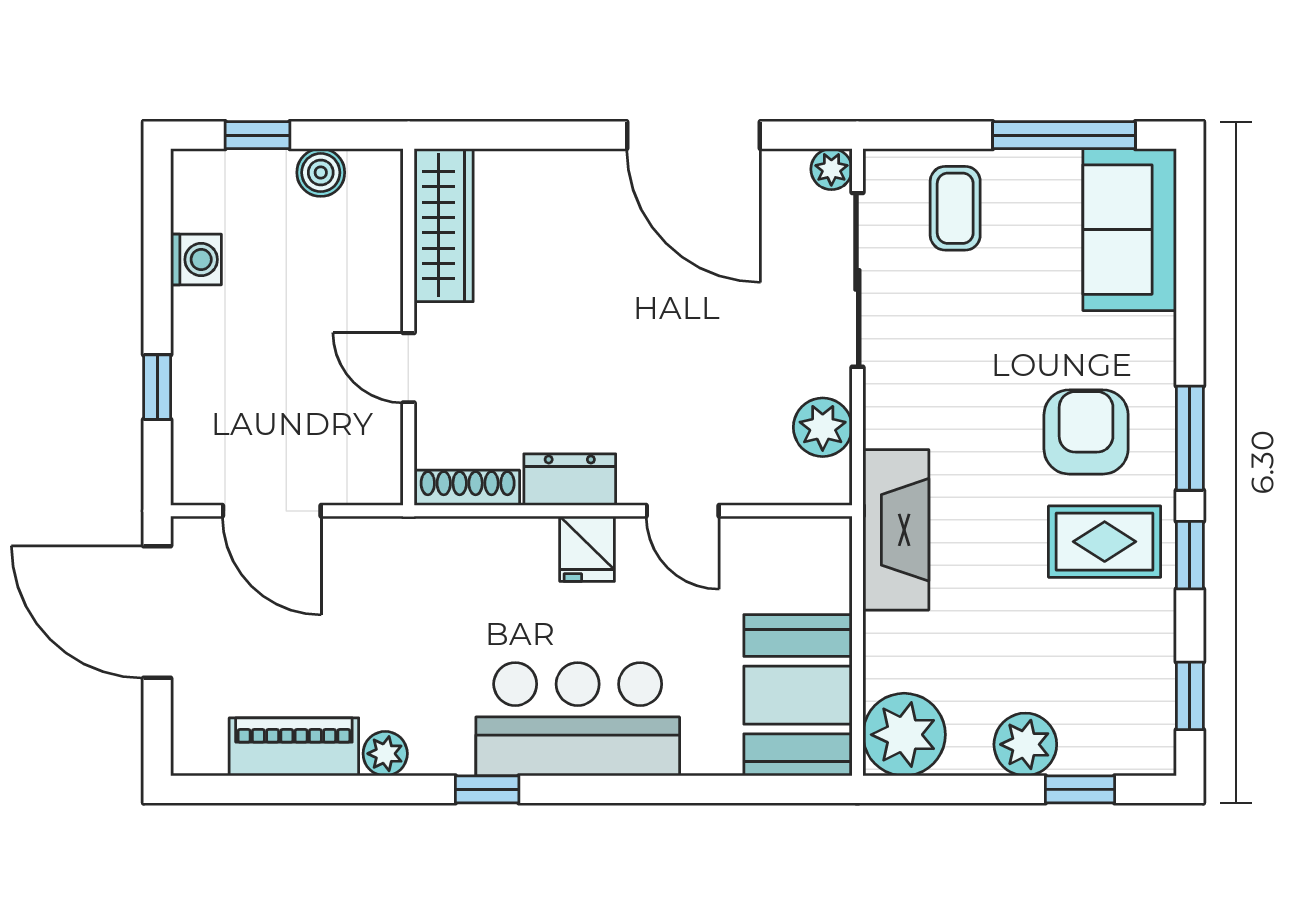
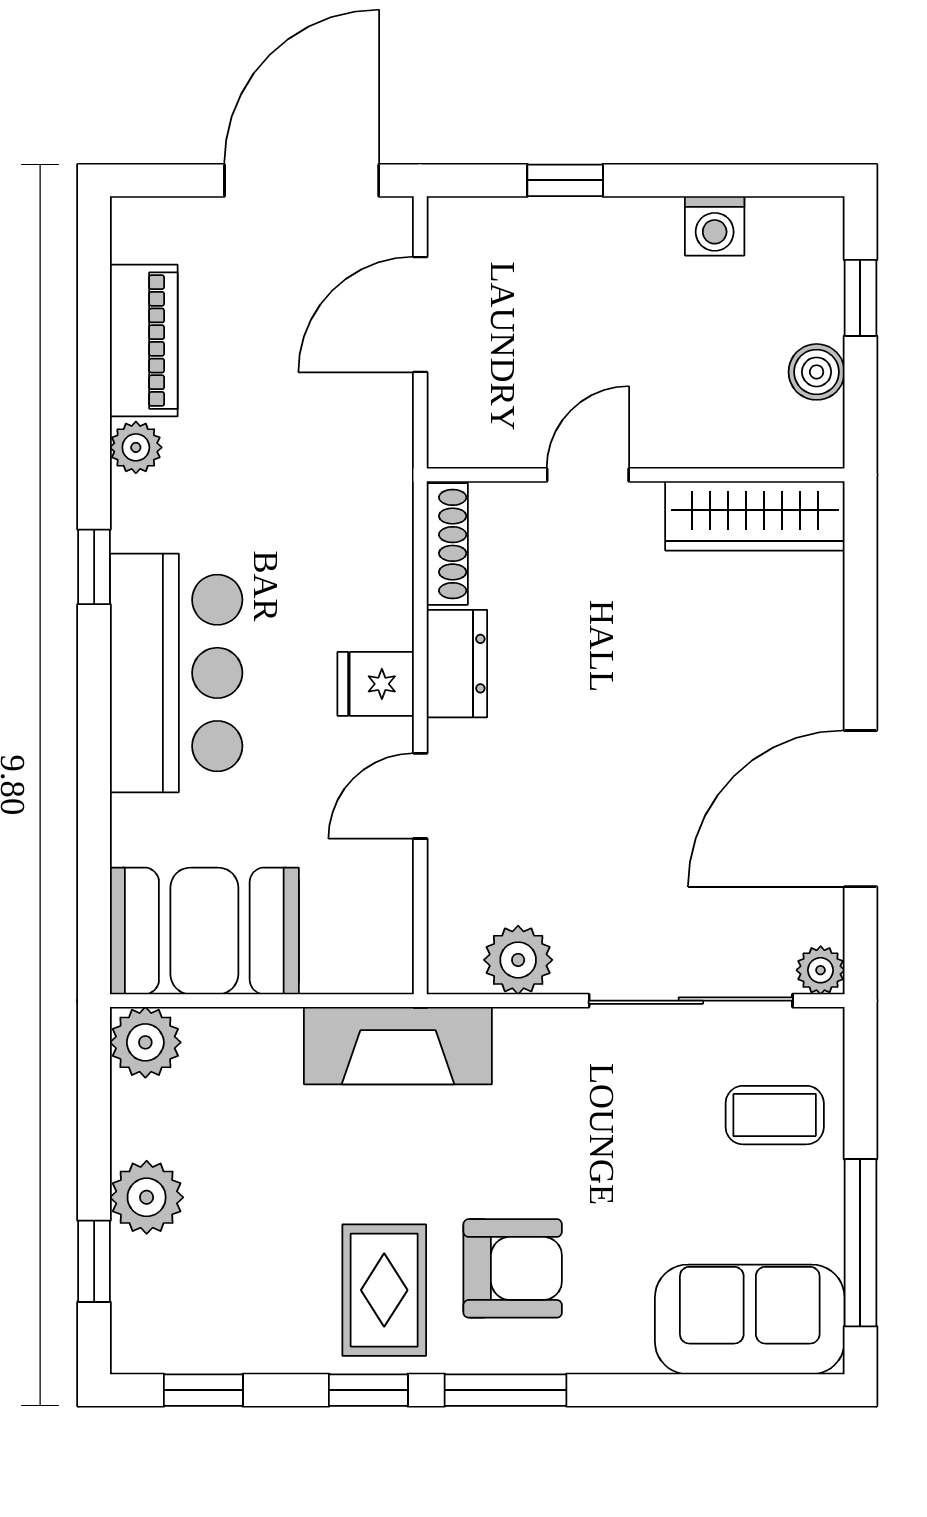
plant: (904, 735) -> (145, 1042), width x0.73, depth x0.73

